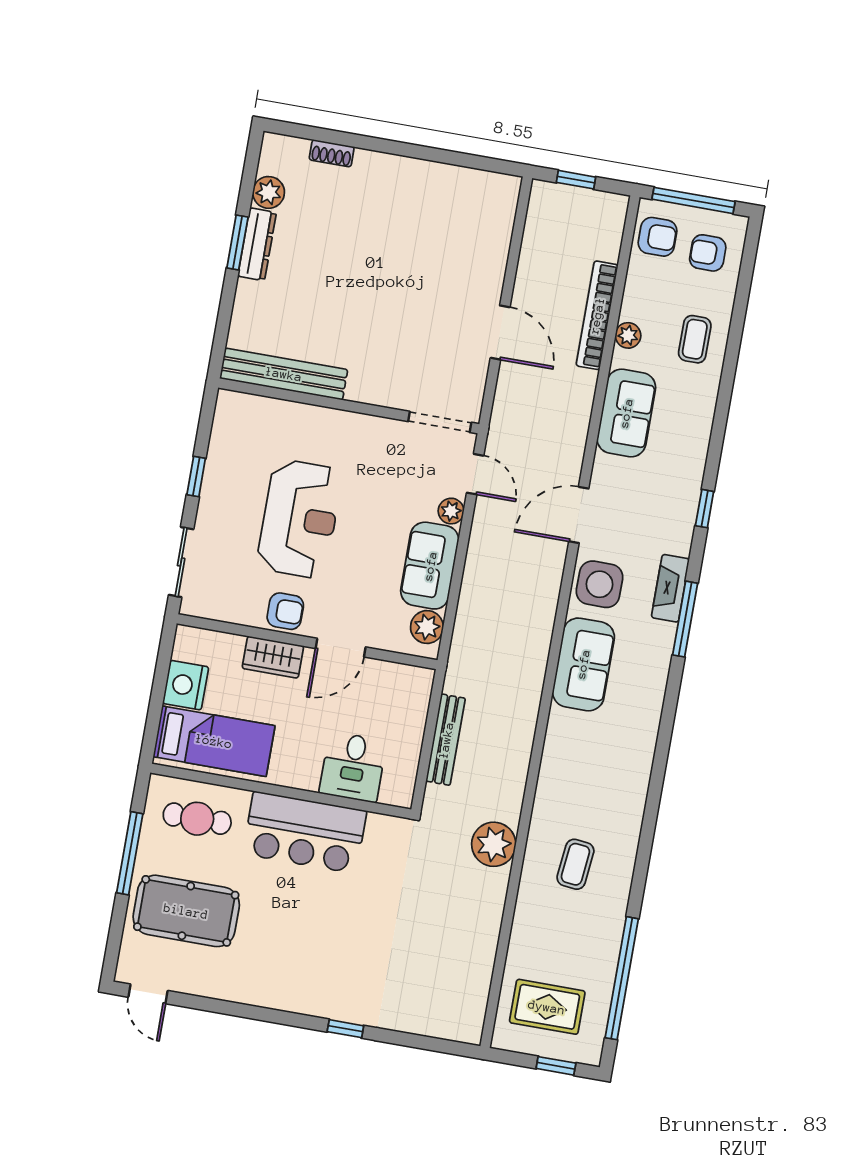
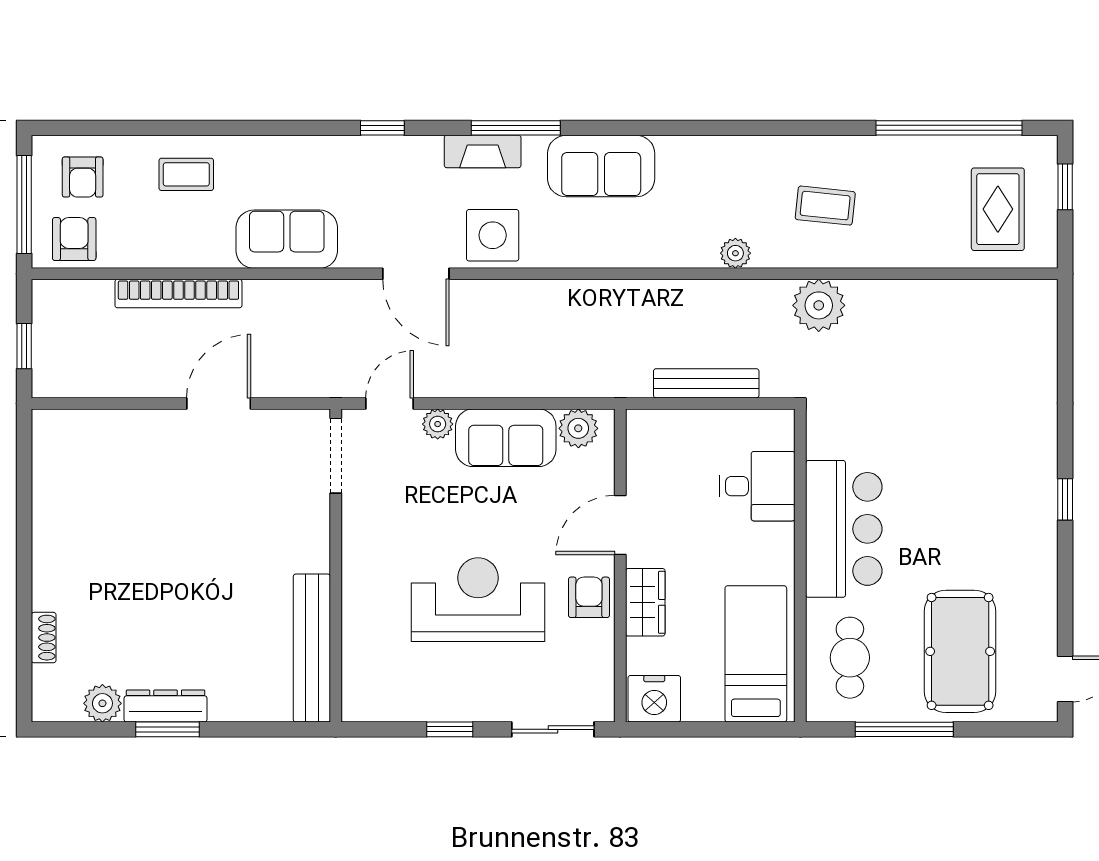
plant: (628, 335) -> (735, 253), moved
door: (341, 648) -> (620, 525), swing flipped
sofa: (583, 664) -> (601, 166), moved, turned 180
nightstand: (186, 685) -> (654, 699), moved
window: (345, 1029) -> (1065, 499), moved

